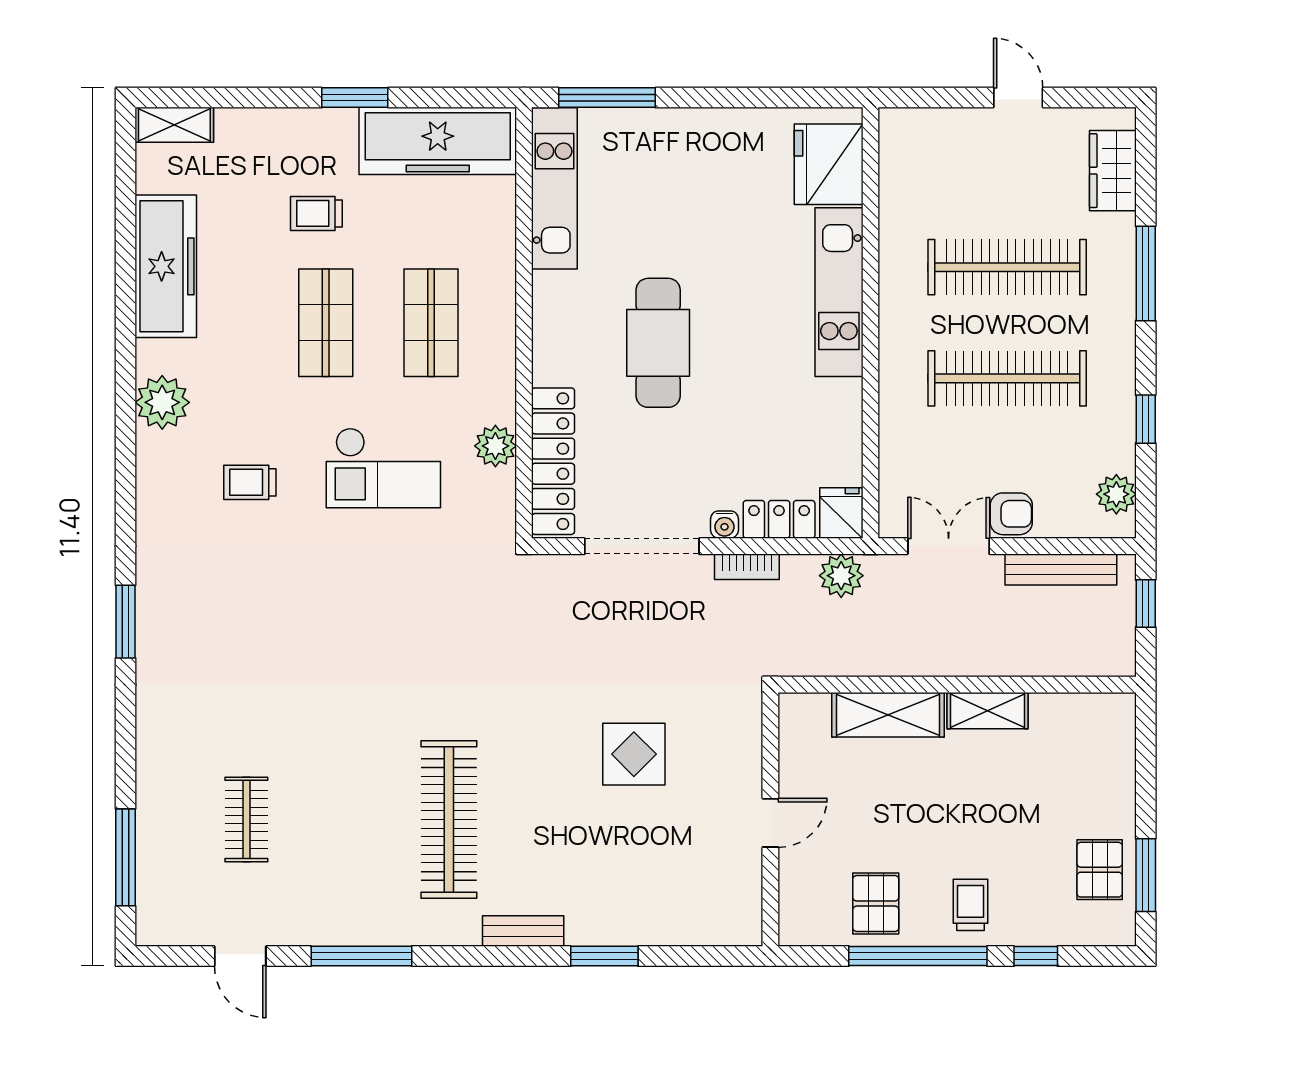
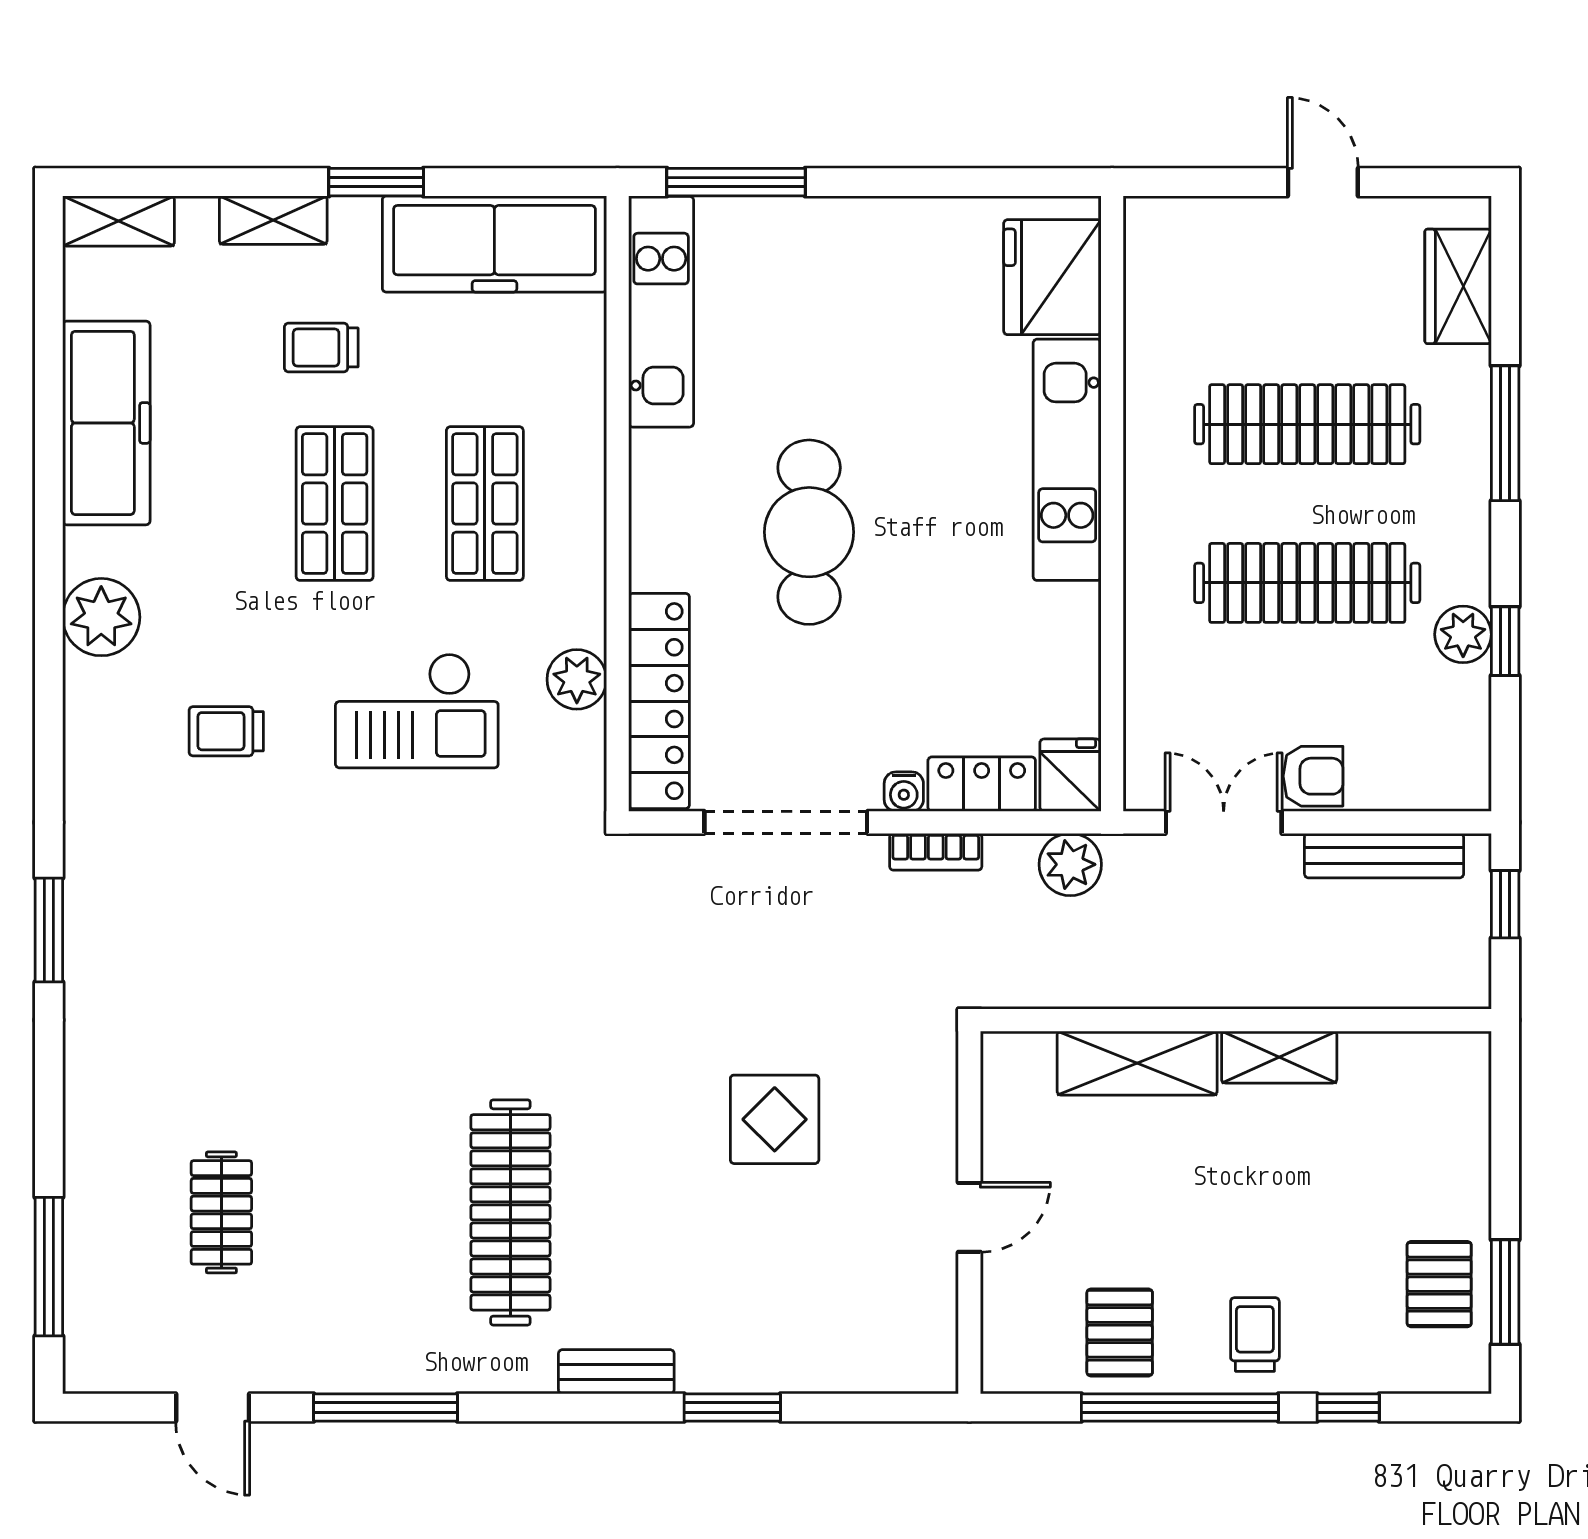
shelving: (283, 124) -> (273, 220), added
plant: (1116, 494) -> (1463, 634), moved

